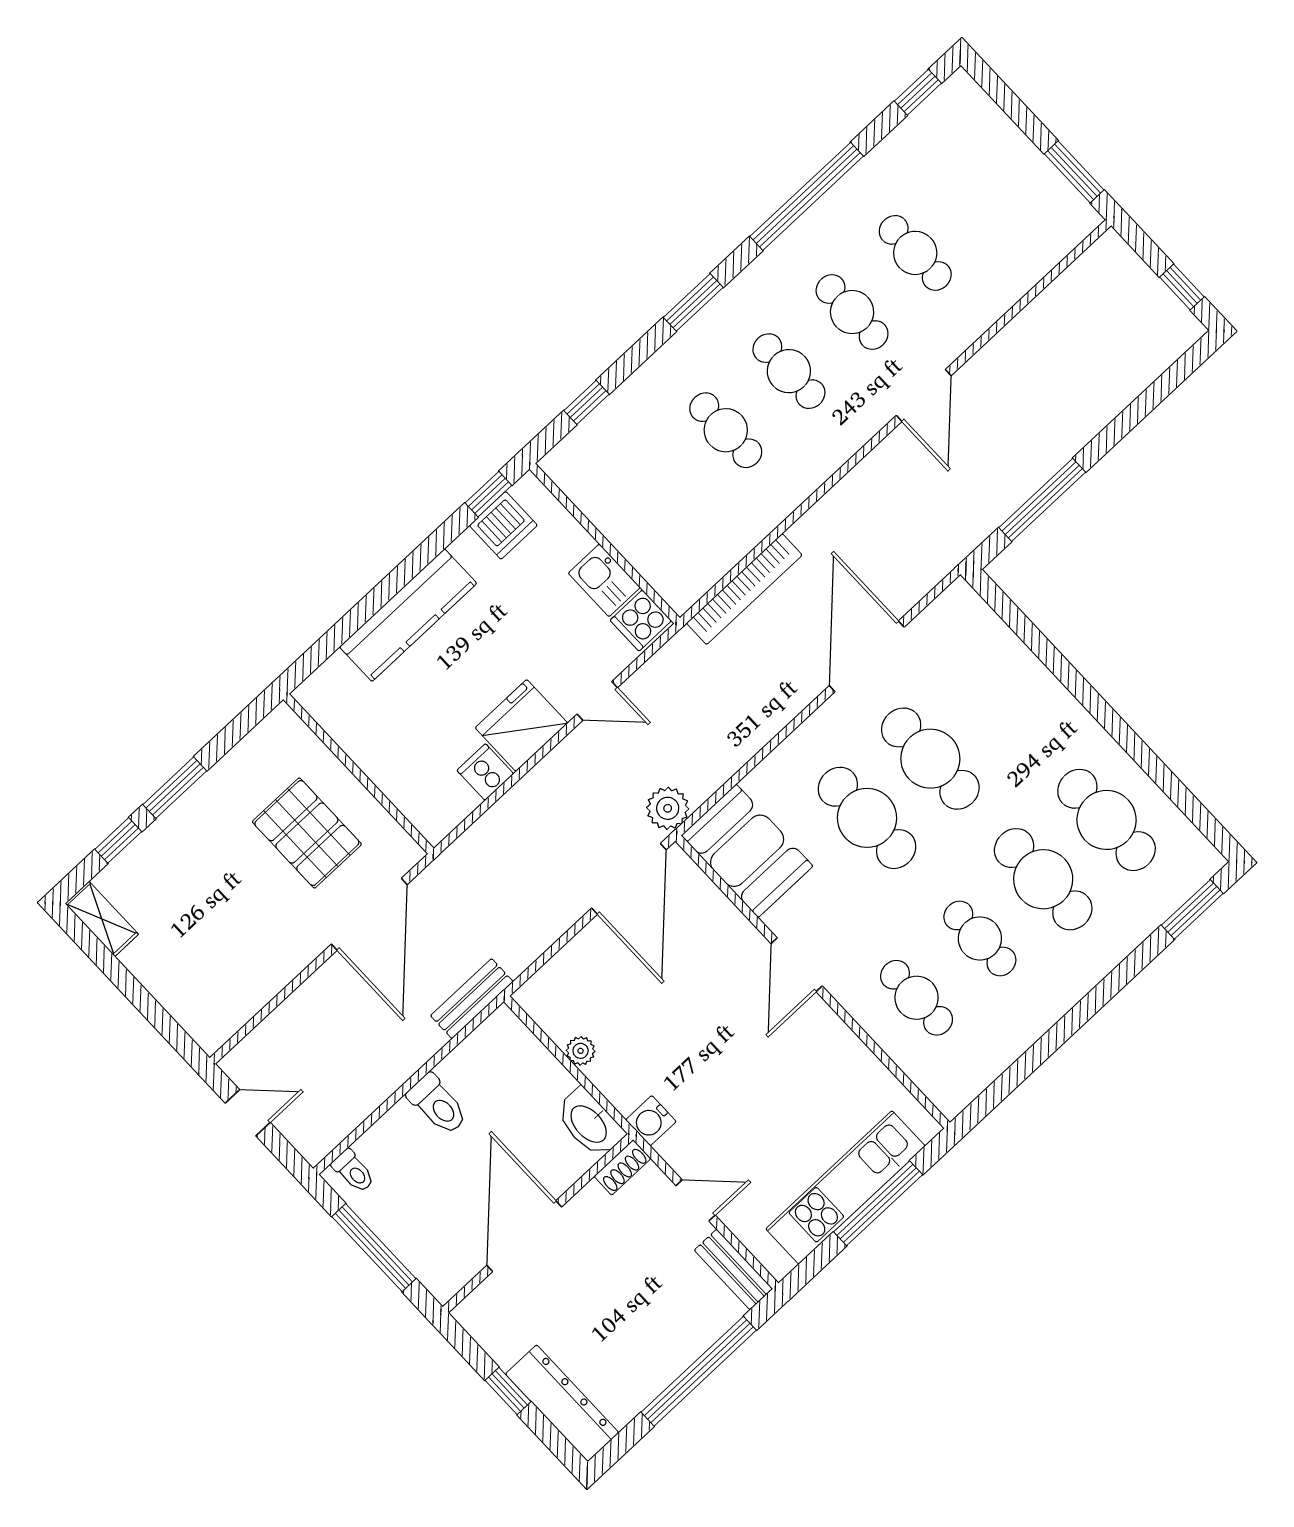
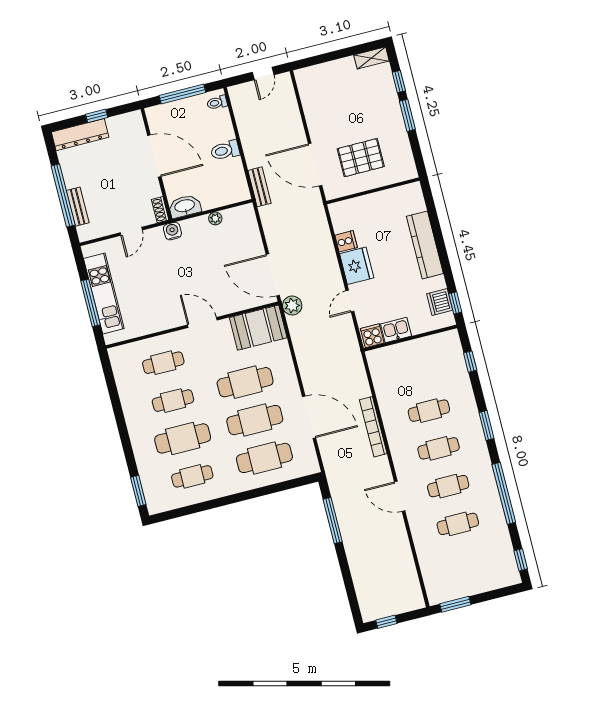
bookcase: (744, 589) -> (373, 427), moved
cafe table: (994, 699) -> (264, 458), added
cafe table: (1107, 820) -> (192, 476), width x0.73, depth x0.74
bench: (733, 1269) -> (78, 207), moved, turned 90

